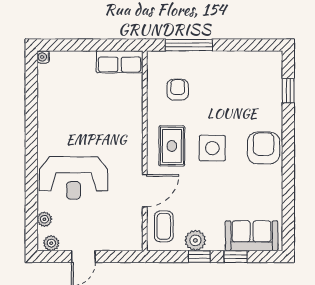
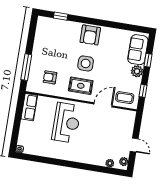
armchair: (264, 148) -> (90, 35), turned -90
reception desk: (74, 178) -> (66, 123), moved
door: (145, 191) -> (103, 105), hinge flipped
plant: (195, 240) -> (137, 71), moved
window: (199, 257) -> (143, 91), moved

